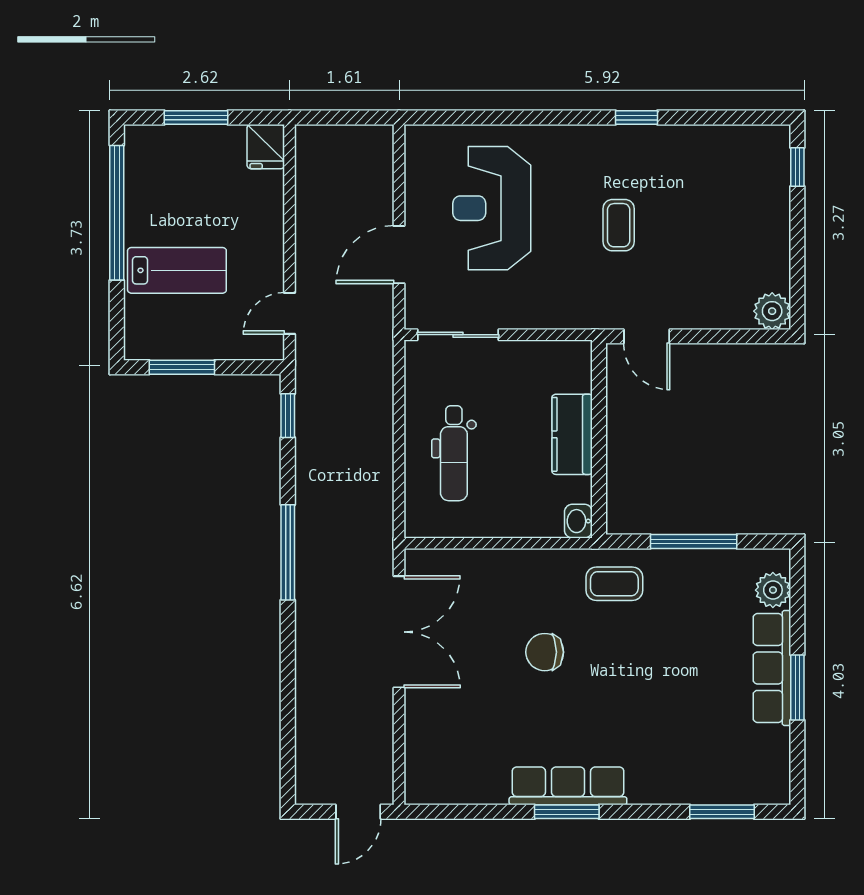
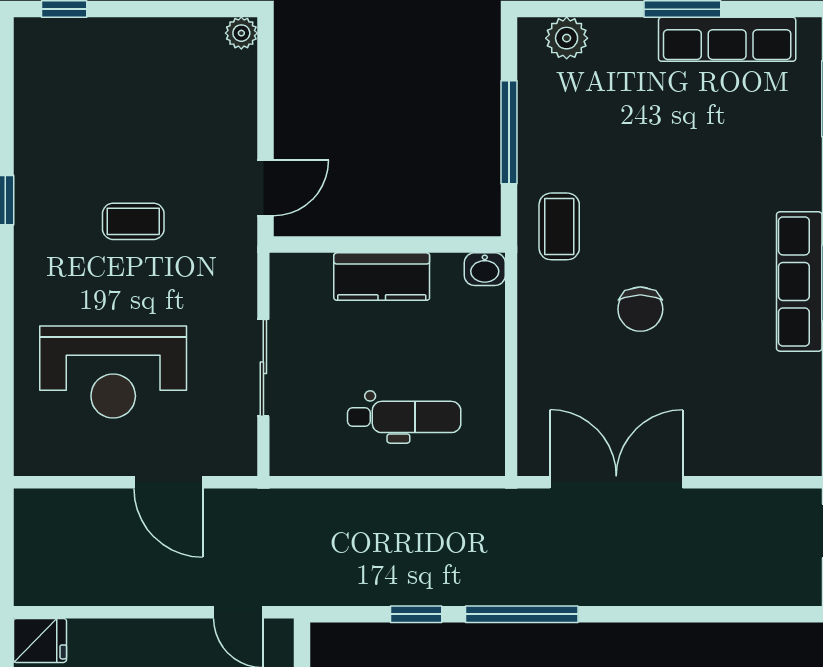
plant: (772, 311) -> (241, 33), width x0.73, depth x0.73
sliding door: (458, 335) -> (263, 368), moved
window: (288, 416) -> (416, 614), moved
row of seats: (772, 668) -> (727, 39), moved

